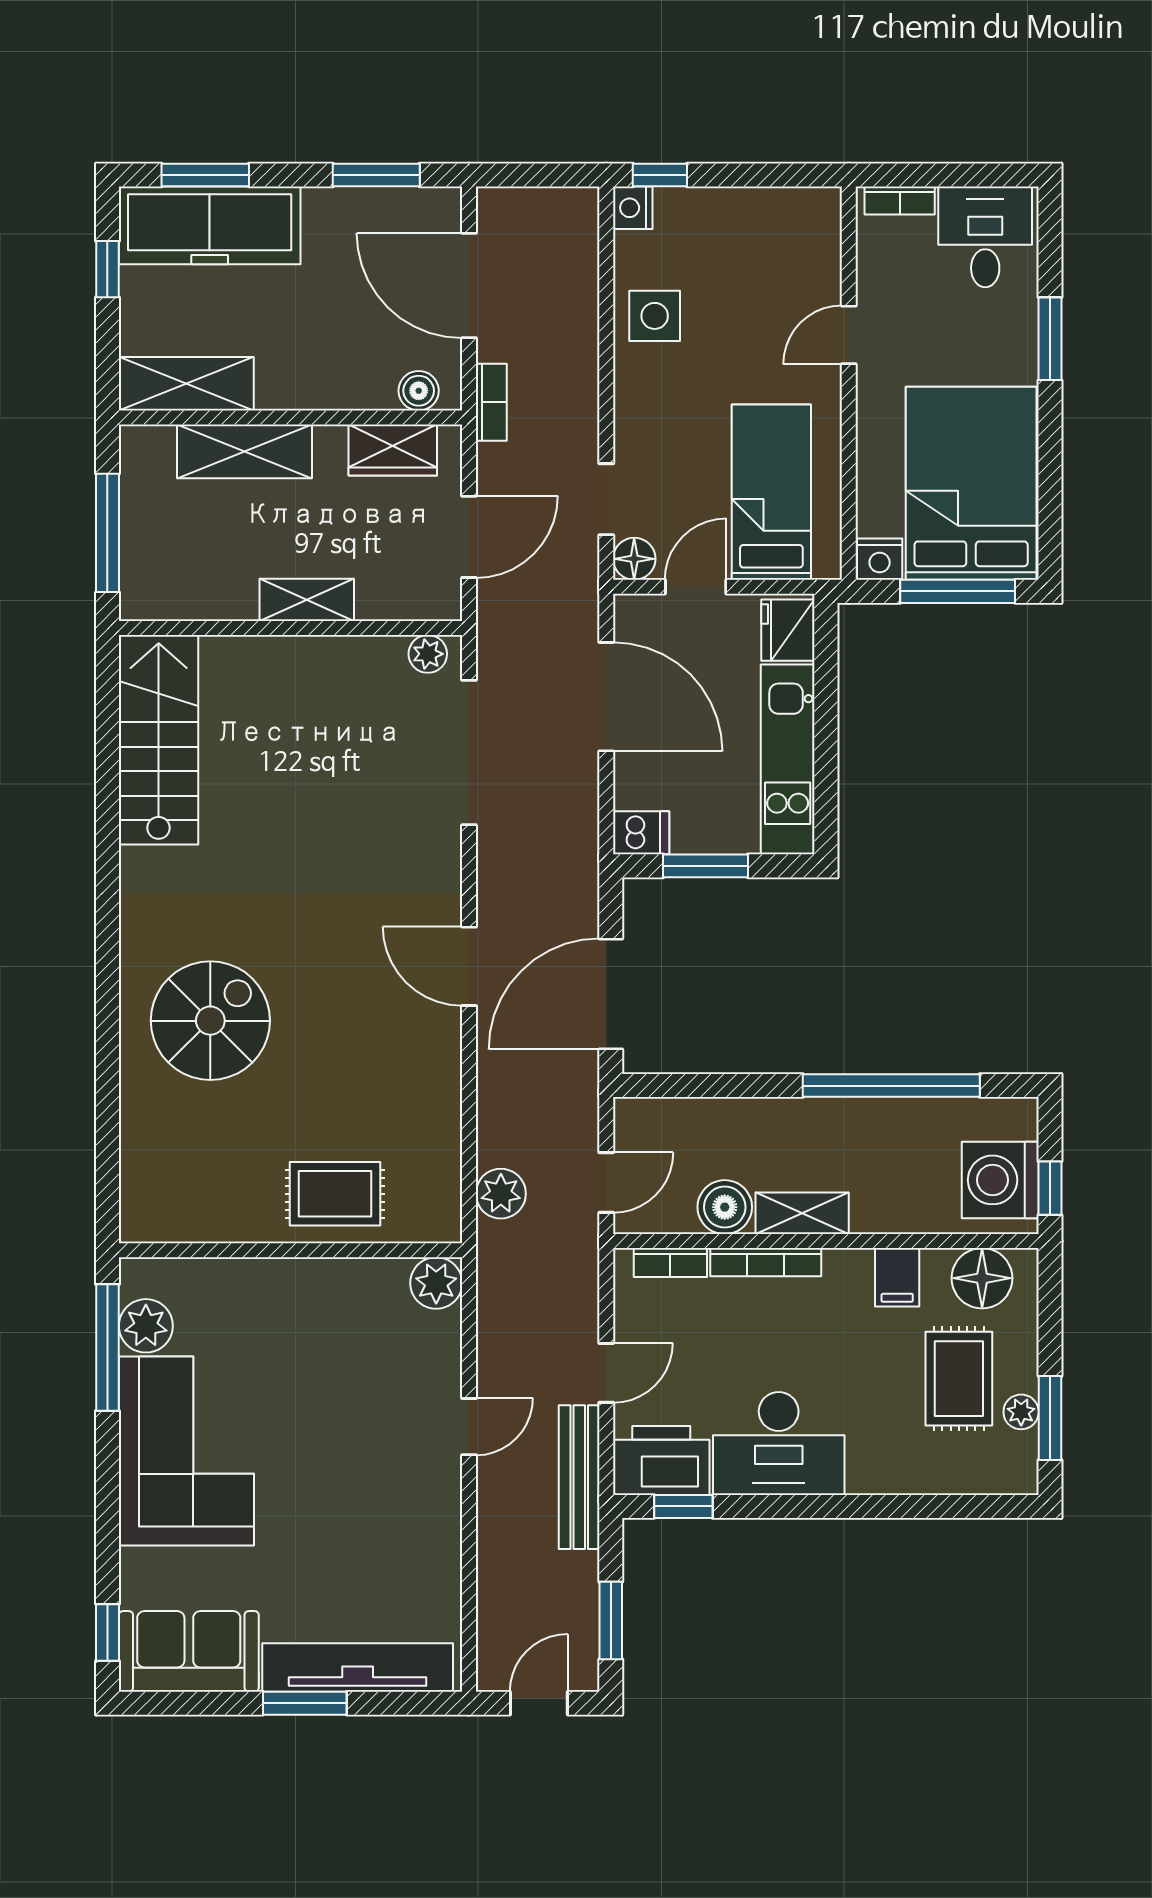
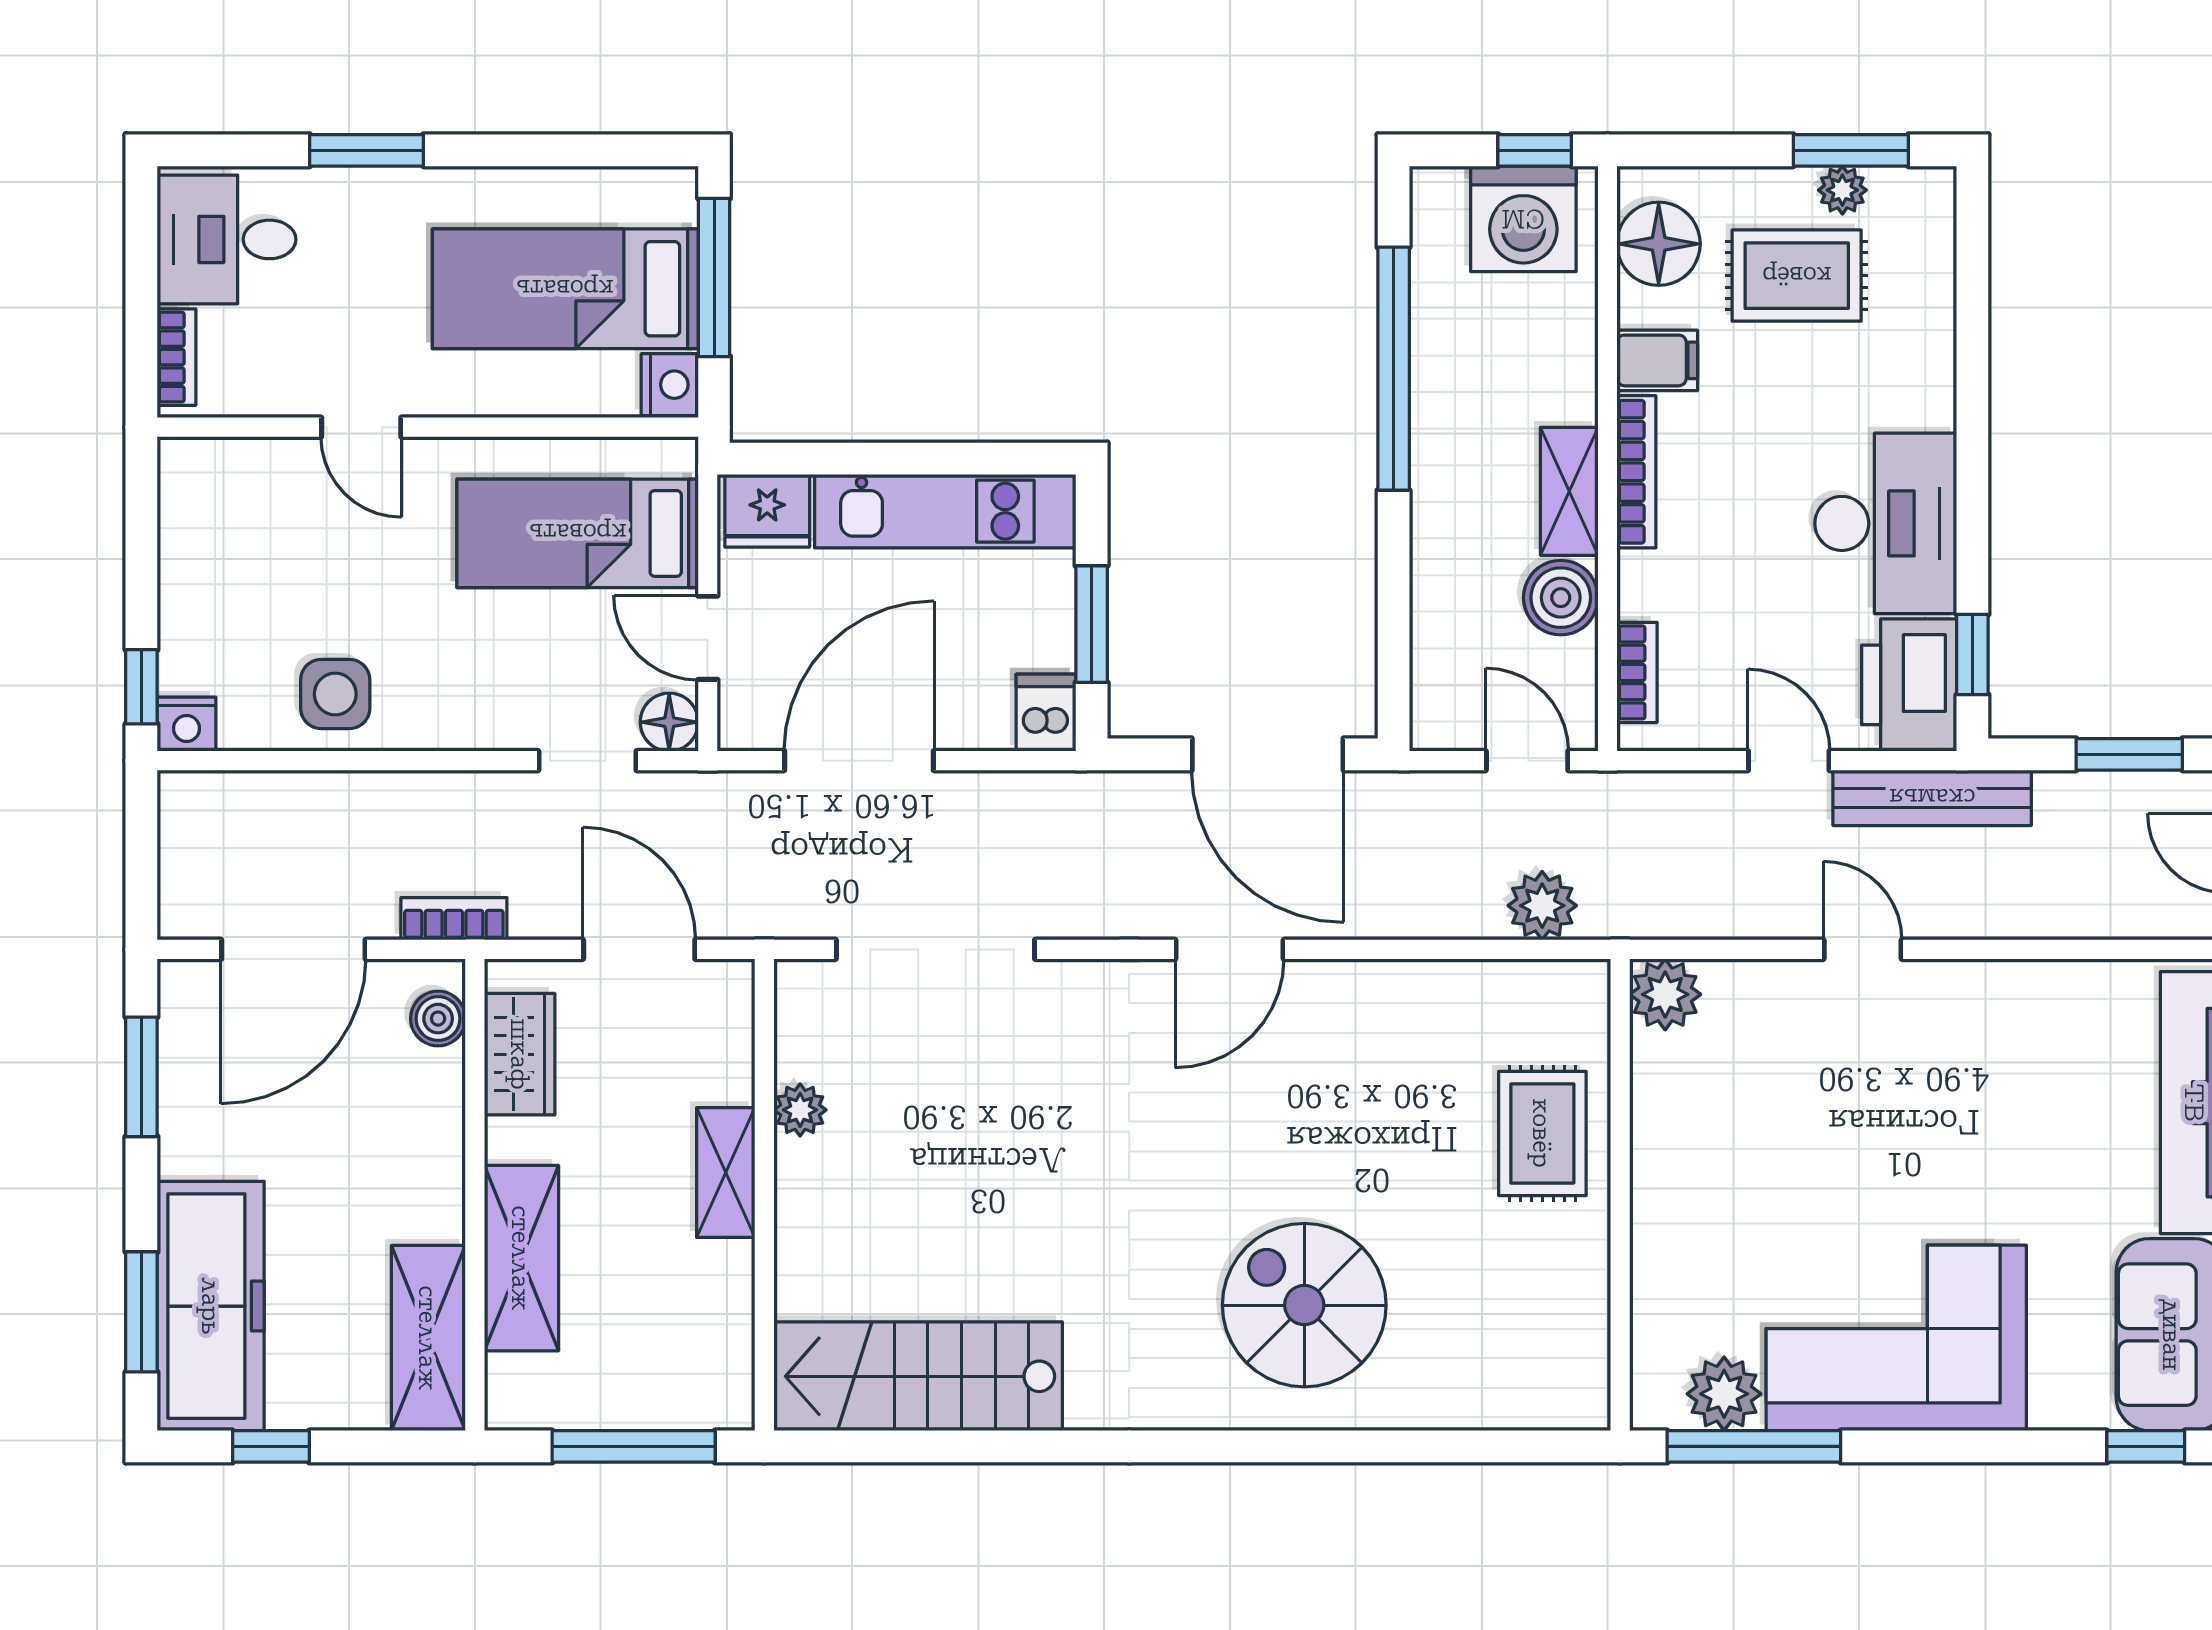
bed: (971, 483) -> (565, 289), width x0.67
plant: (428, 654) -> (800, 1110), moved
bookcase: (766, 1262) -> (1636, 472), moved

